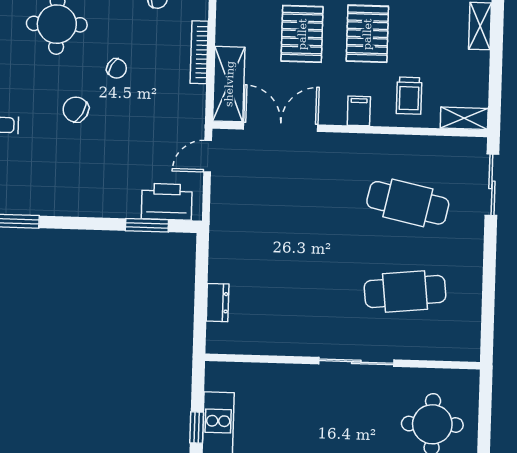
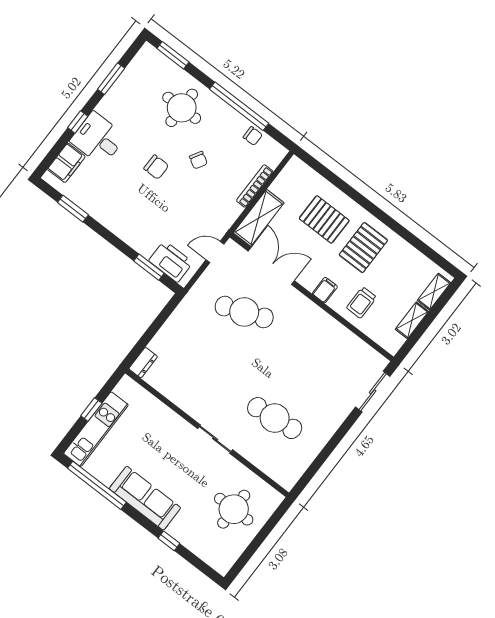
pallet: (302, 34) -> (324, 219), turned 90
chair: (76, 109) -> (156, 167), turned 150
shelving: (464, 118) -> (412, 320), moved, turned 90
cafe table: (408, 203) -> (244, 312), moved, turned -33
dresser: (218, 303) -> (143, 363), moved
sliding door: (356, 362) -> (215, 439), width x0.73

